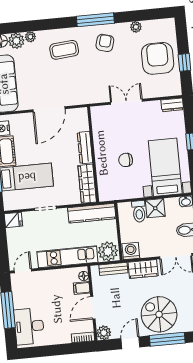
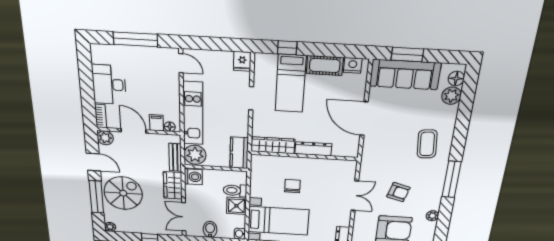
plant: (30, 37) -> (452, 111), removed
armchair: (105, 43) -> (398, 192), moved
kitchen counter: (92, 213) -> (239, 153), width x0.67
desk: (29, 326) -> (109, 85), moved, turned -90

